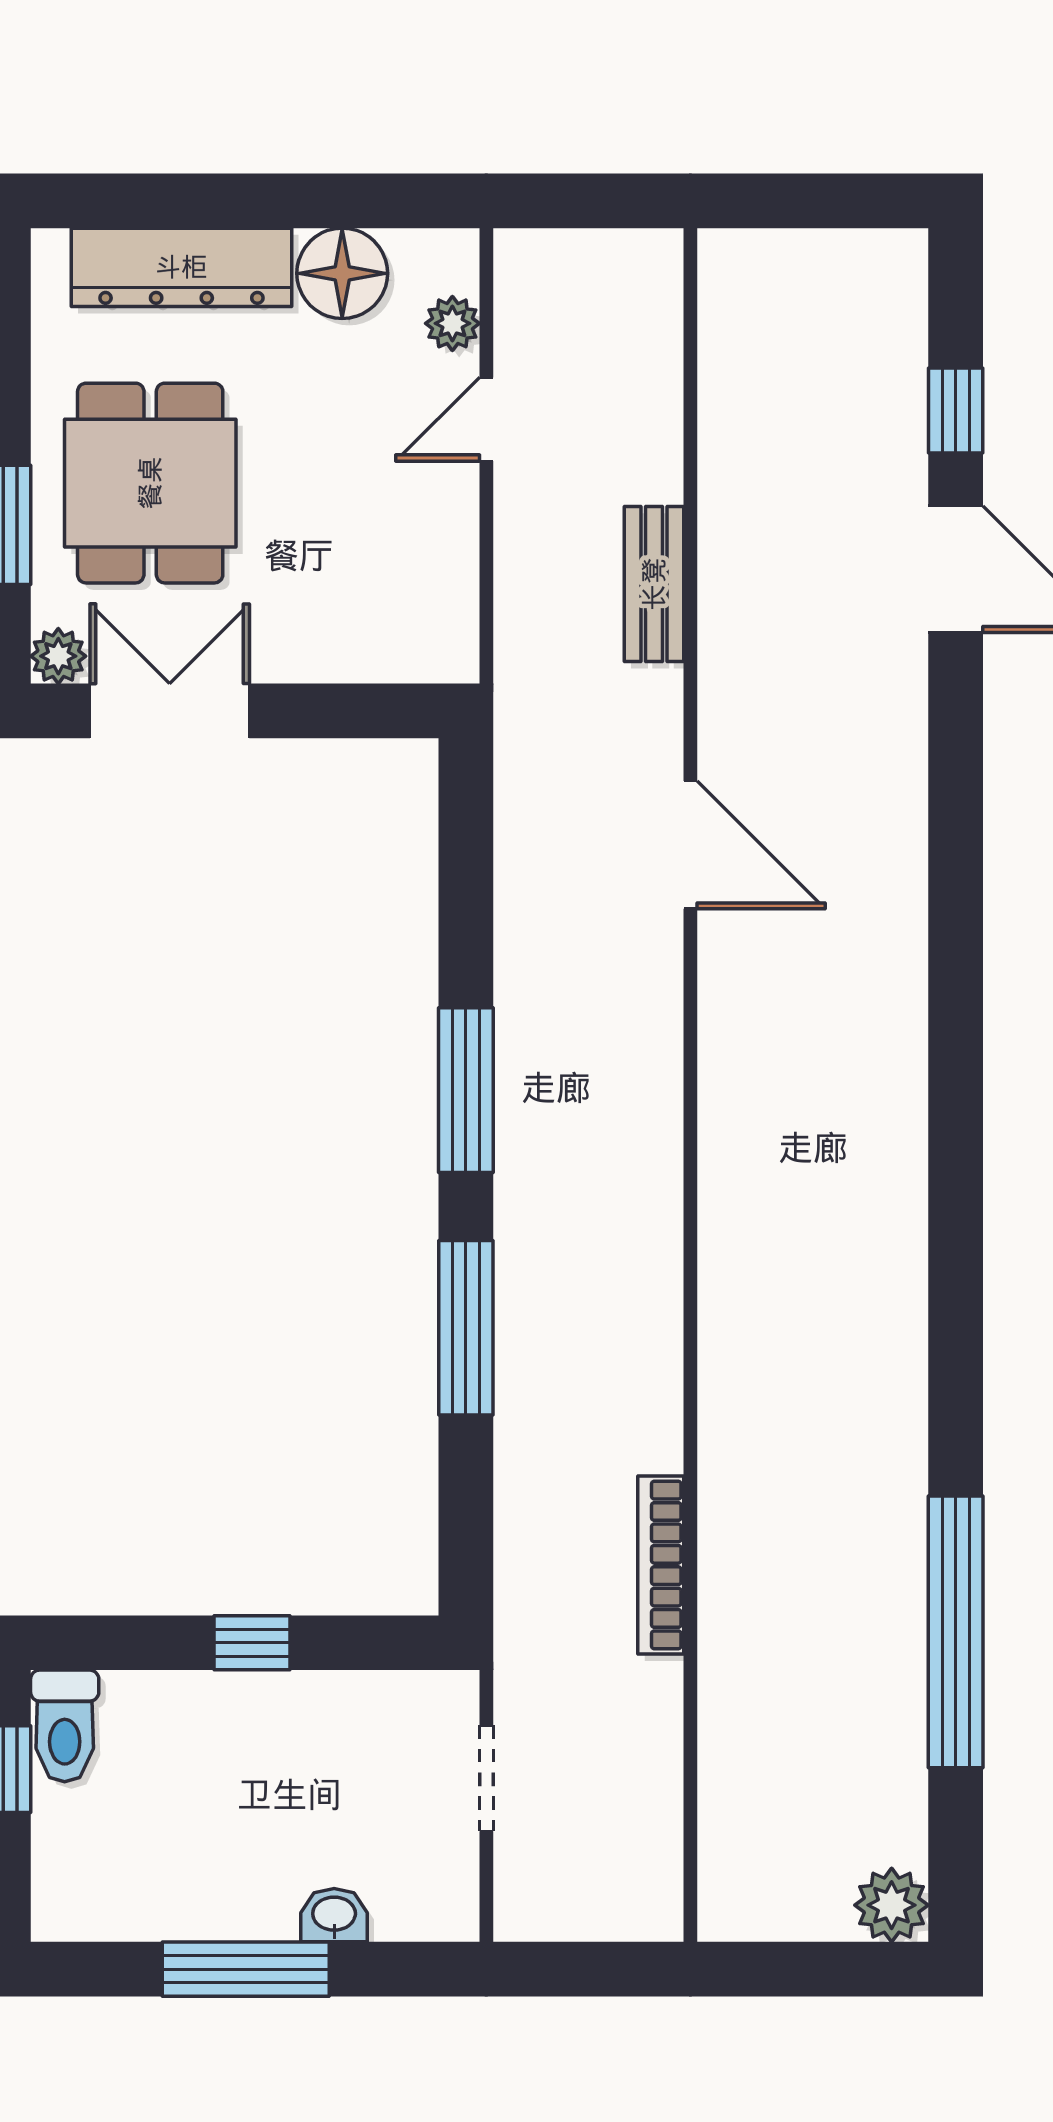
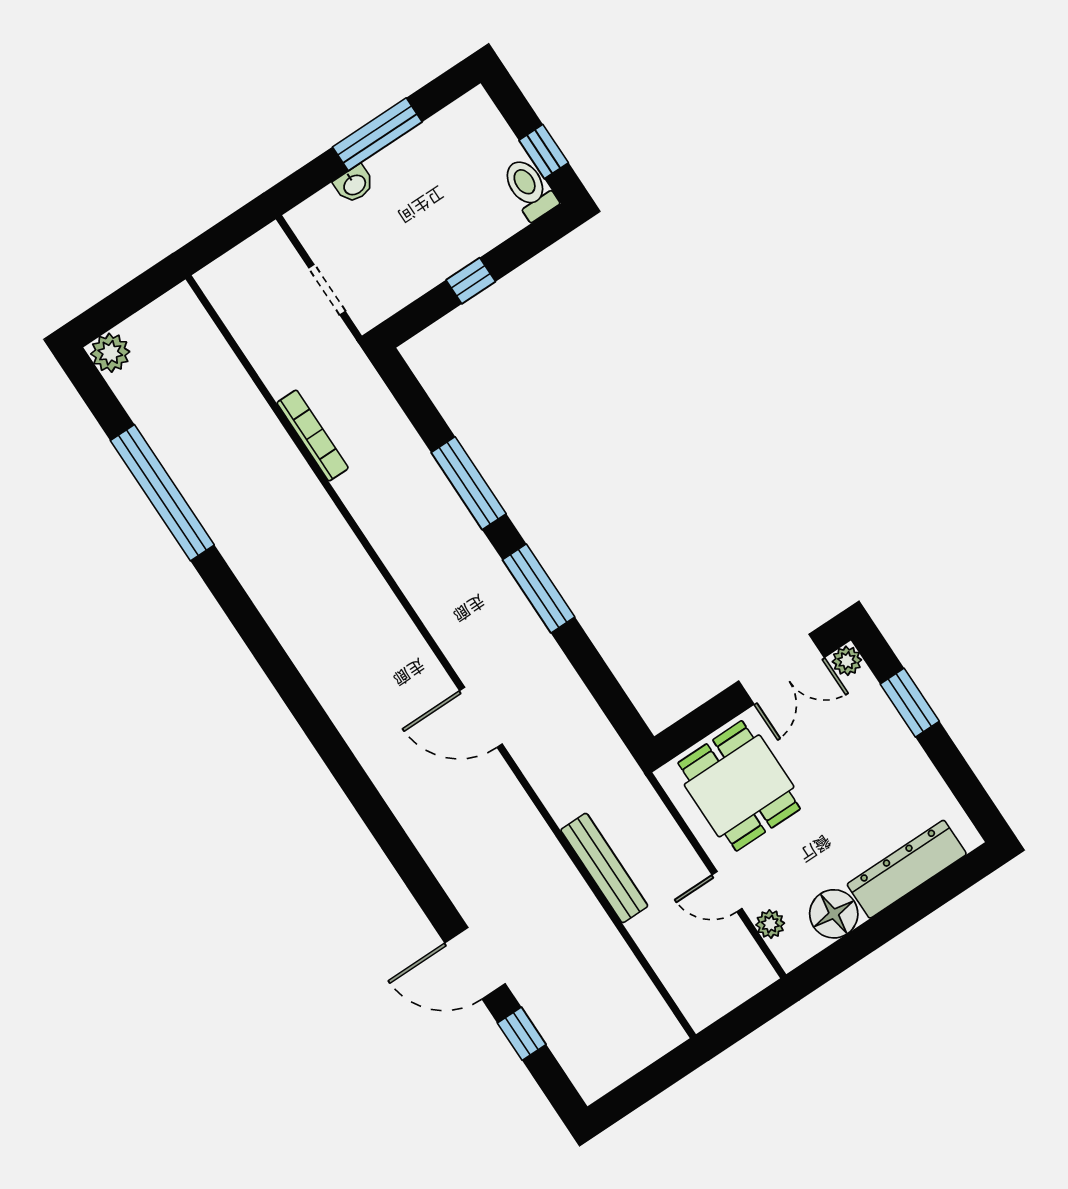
door: (486, 419) -> (727, 892), swing flipped
dining table: (150, 483) -> (739, 786), moved
bench: (654, 584) -> (604, 868), width x1.36
door: (690, 845) -> (481, 717), moved

